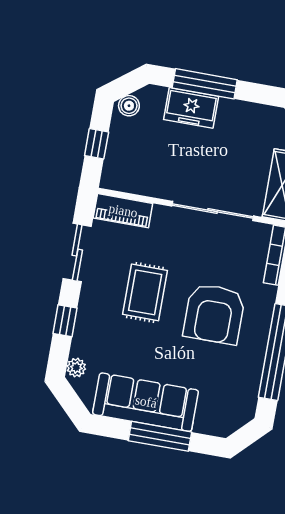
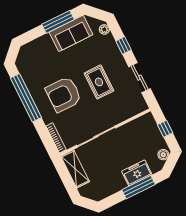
piano: (123, 211) -> (133, 109), removed
armchair: (214, 314) -> (64, 94), turned -90
sofa: (146, 402) -> (71, 33), width x0.73
window: (160, 436) -> (58, 22), moved

